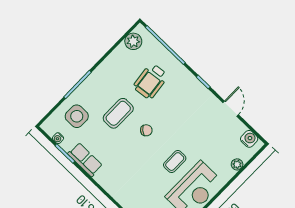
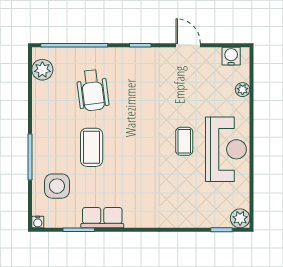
chair: (146, 130) -> (132, 138), removed
water cooler: (58, 138) -> (38, 222), moved

